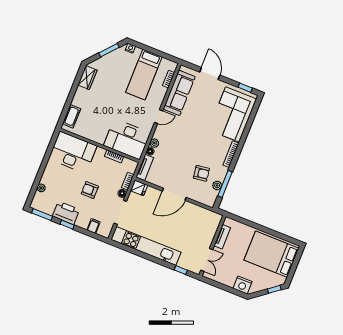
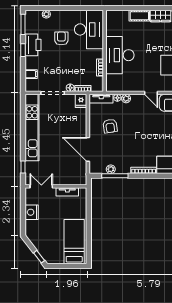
cot: (72, 116) -> (139, 16), moved
desk: (127, 139) -> (120, 55), moved
armchair: (201, 173) -> (110, 126), moved
armchair: (90, 190) -> (61, 38), moved
door: (174, 194) -> (88, 149), moved
bed: (271, 254) -> (74, 242), width x0.67
double door: (207, 260) -> (41, 186), swing flipped
nightstand: (243, 285) -> (32, 212), moved

